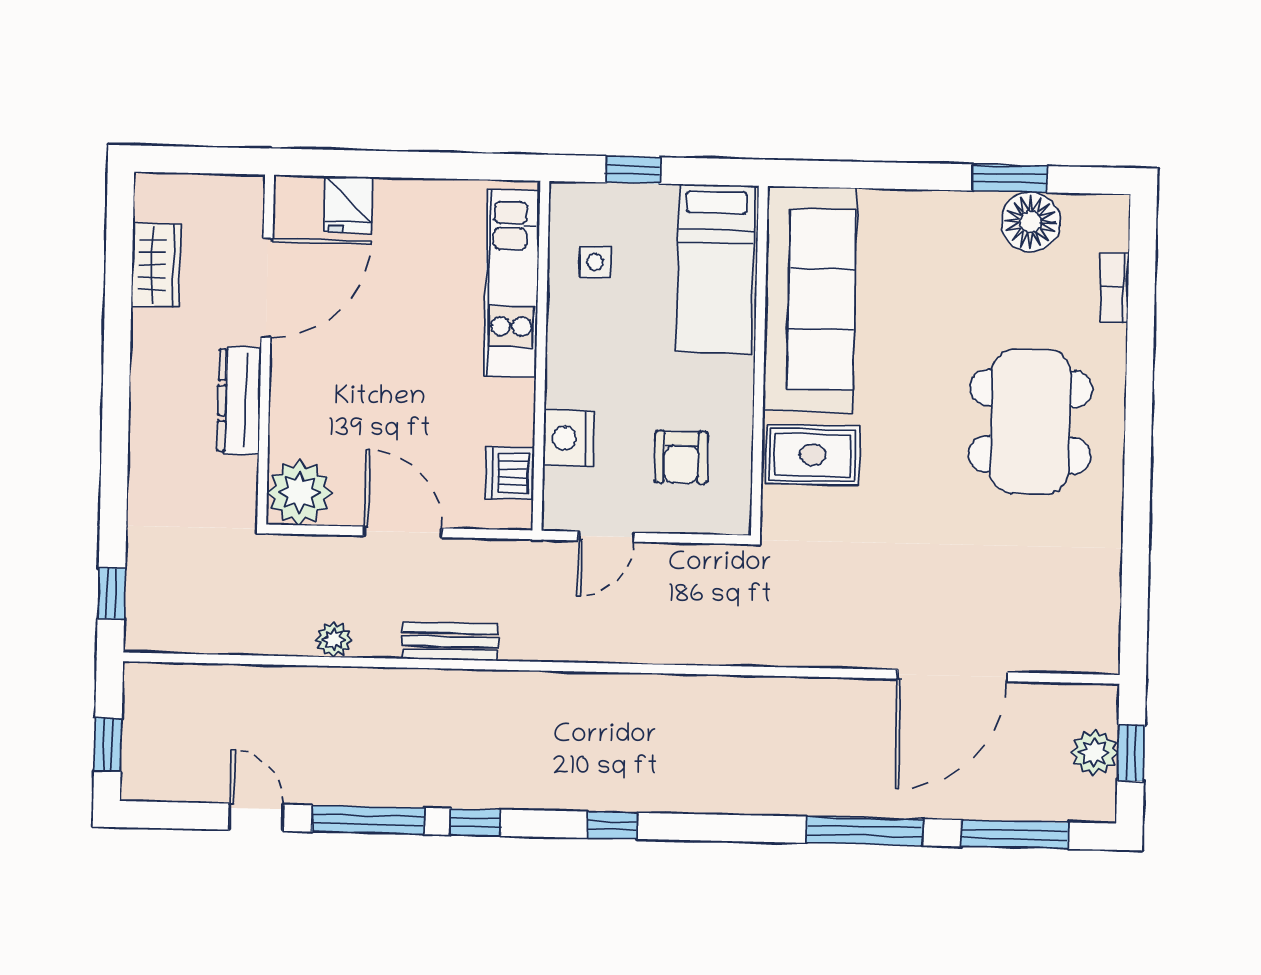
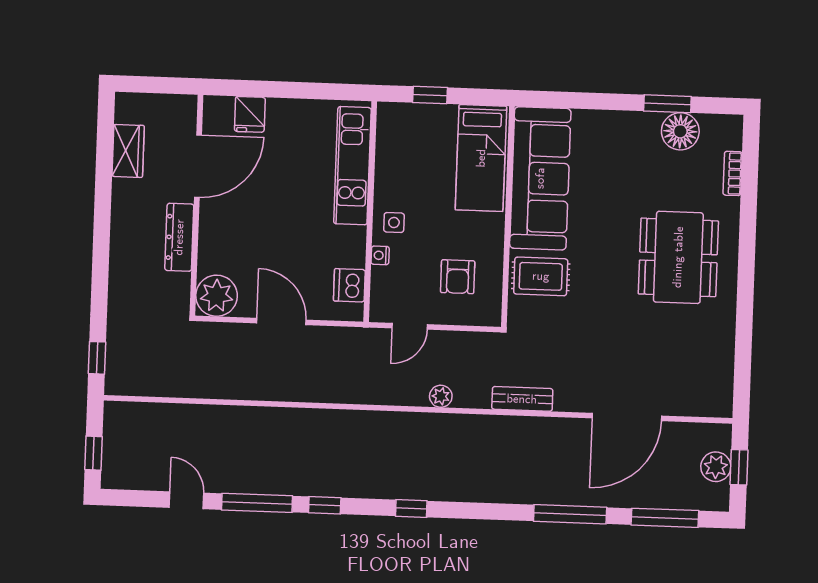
side table: (595, 262) -> (394, 223), moved
nightstand: (568, 438) -> (380, 255), width x0.53, depth x0.56
plant: (334, 640) -> (441, 396), moved
bench: (450, 642) -> (522, 399), moved

